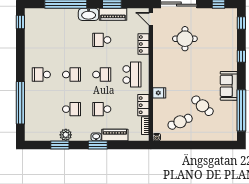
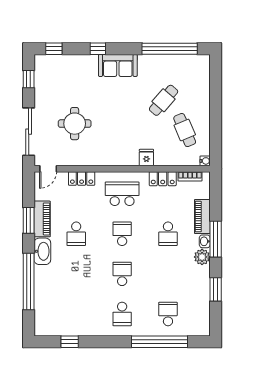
window: (20, 22) -> (70, 342), moved
sofa: (229, 86) -> (118, 65), moved
school desk: (72, 109) -> (168, 314), moved
plant: (66, 135) -> (202, 257), moved
window: (98, 145) -> (216, 239), width x1.44

